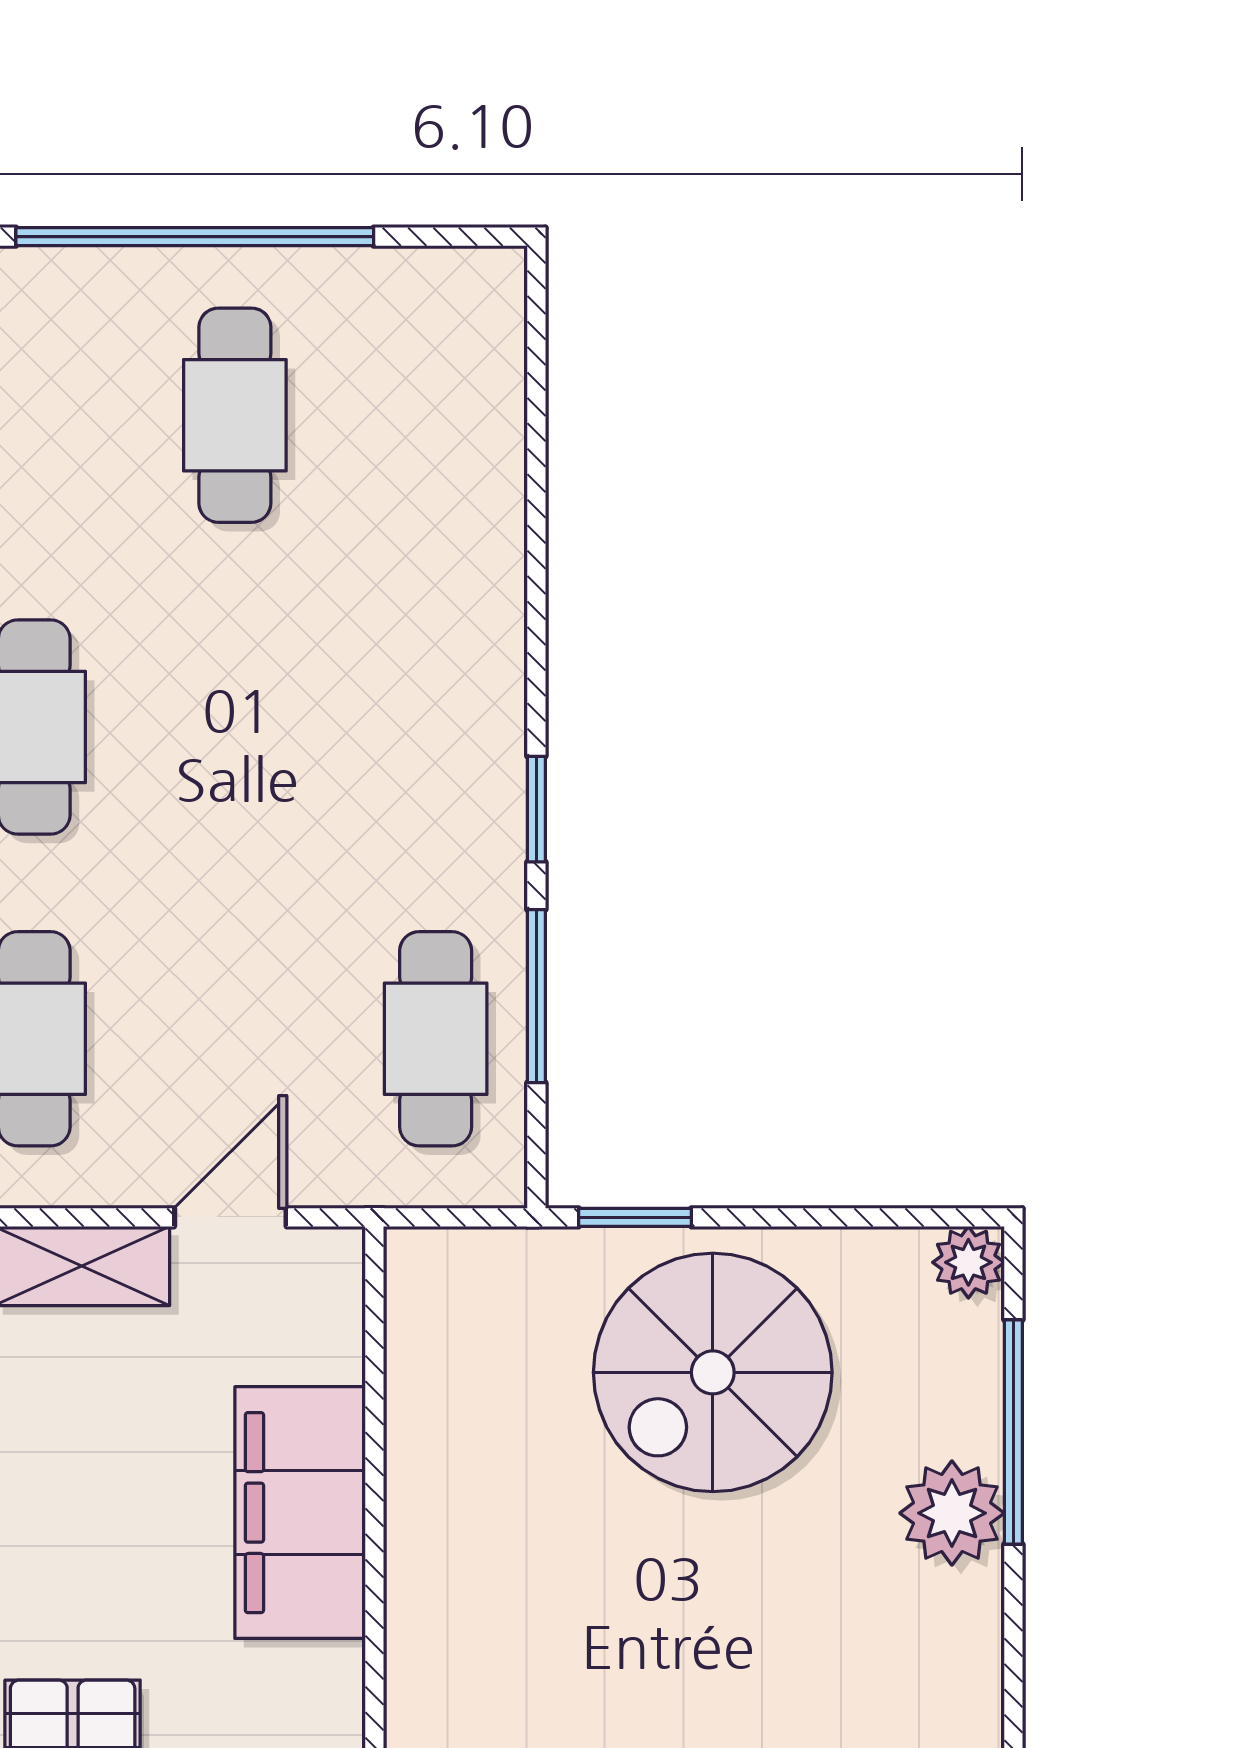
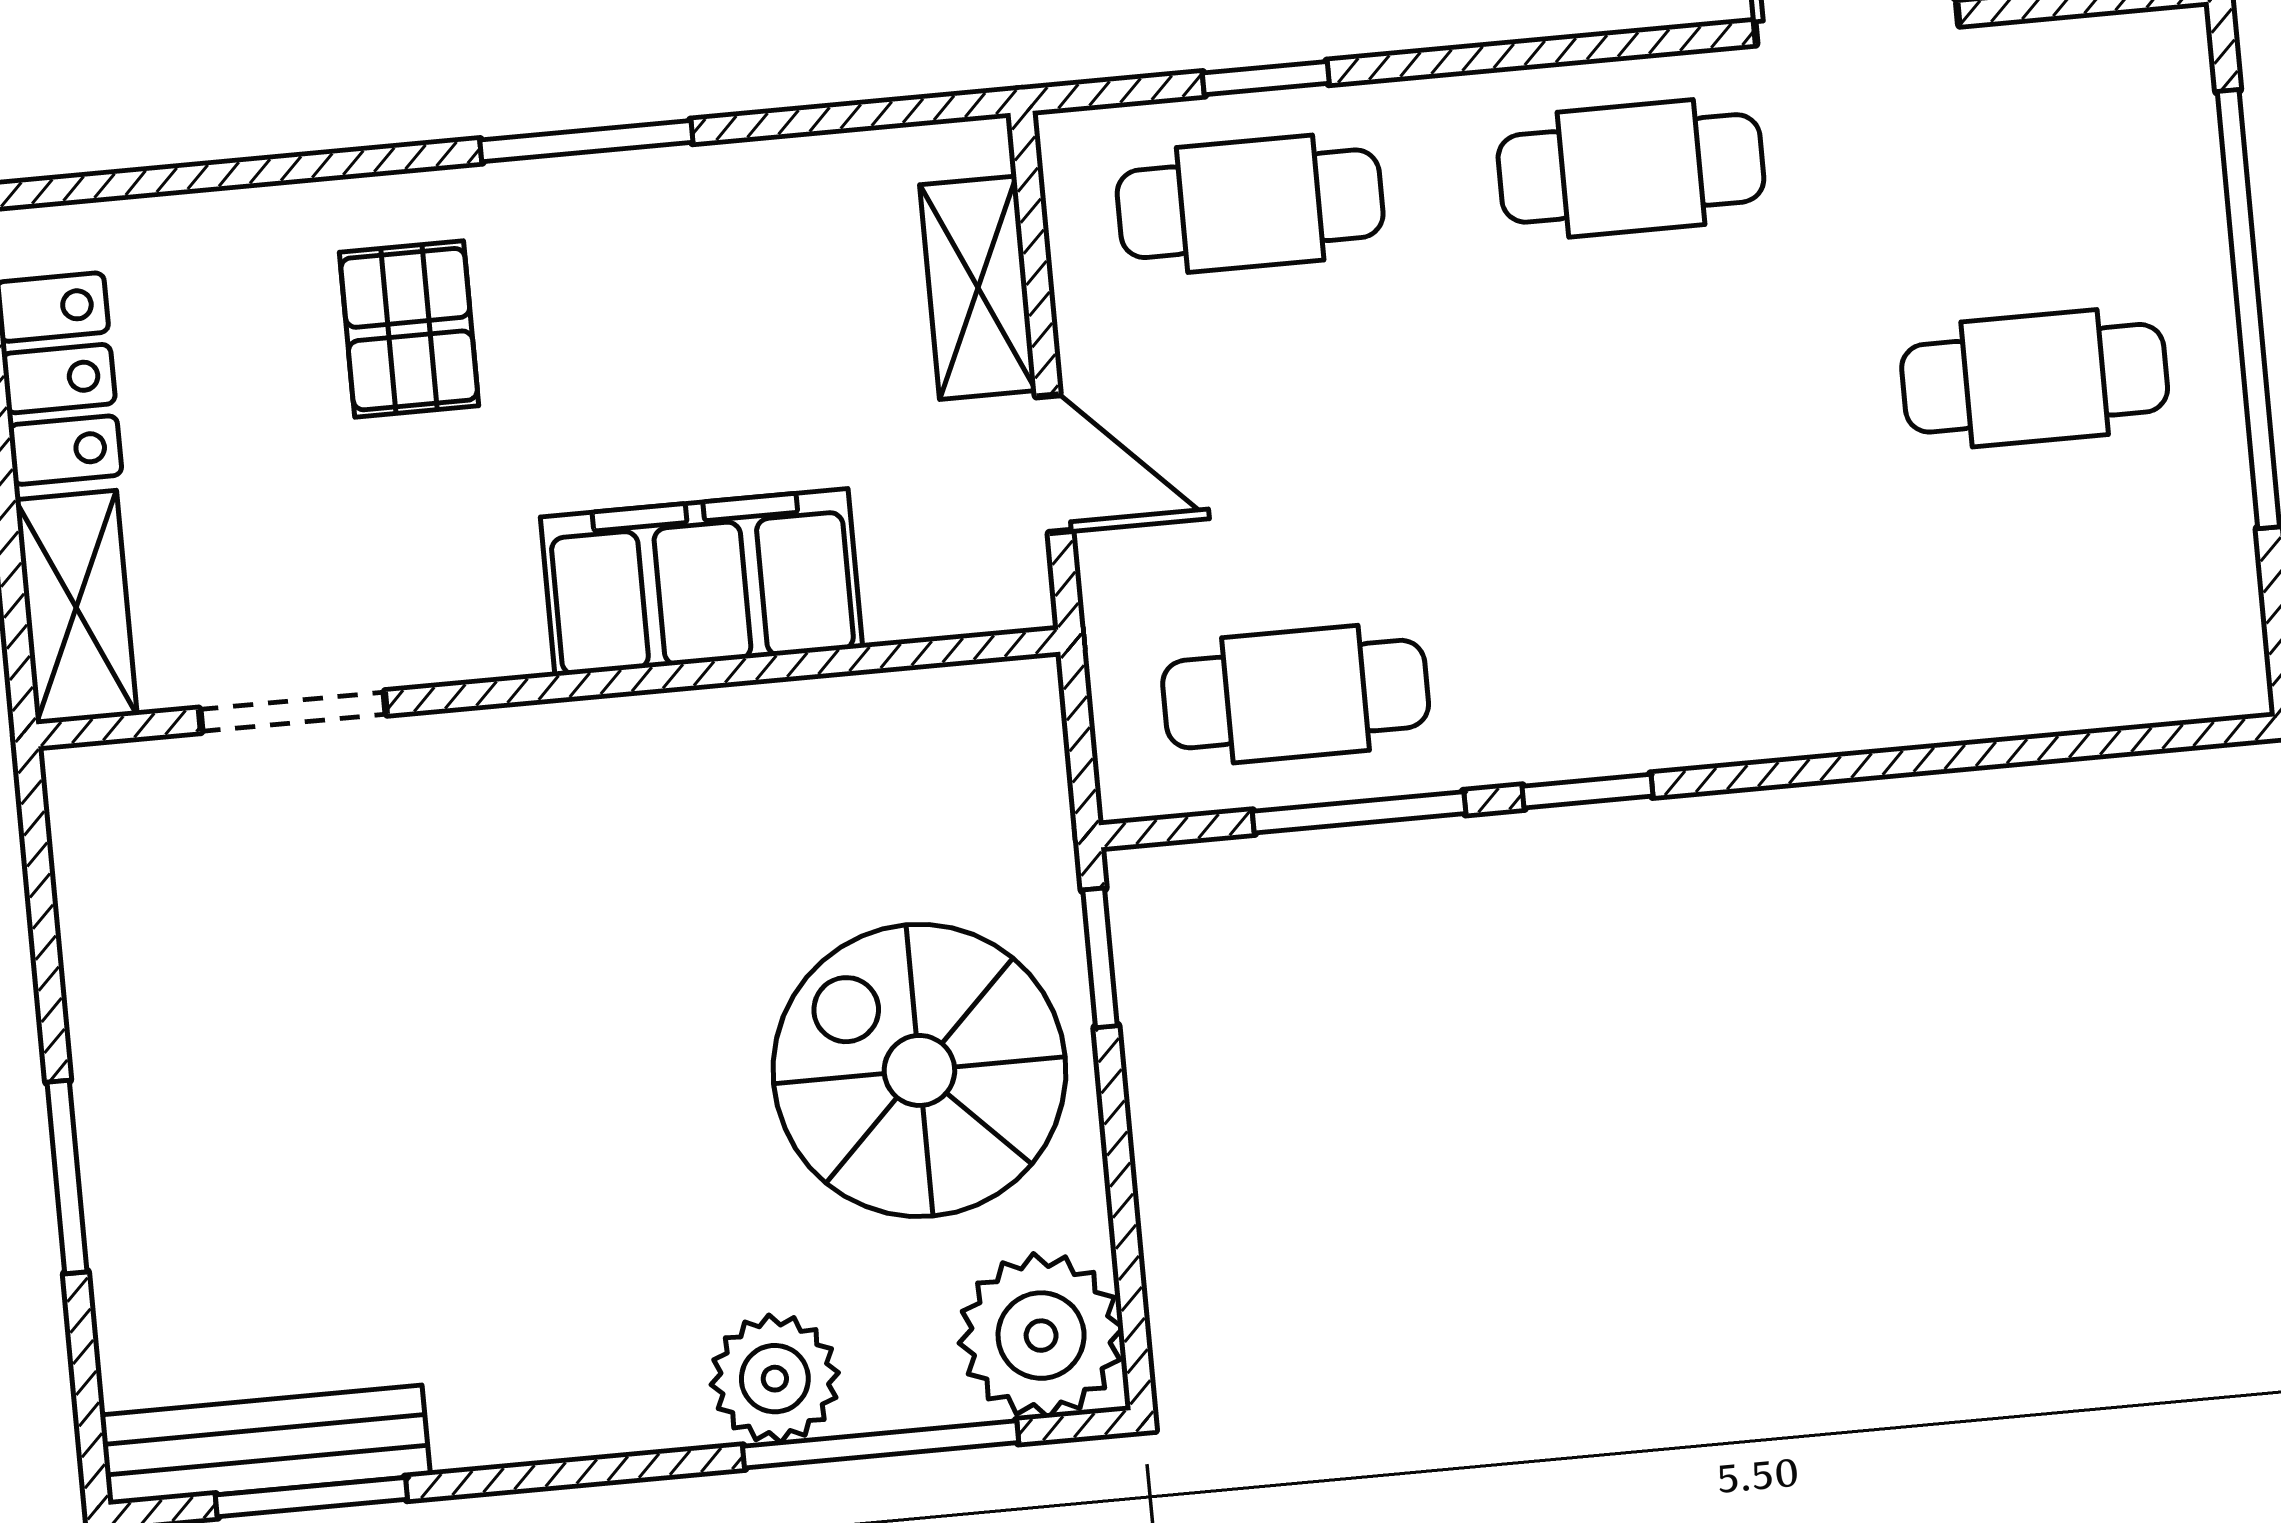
plant: (968, 1262) -> (1041, 1336), width x1.88, depth x1.88

